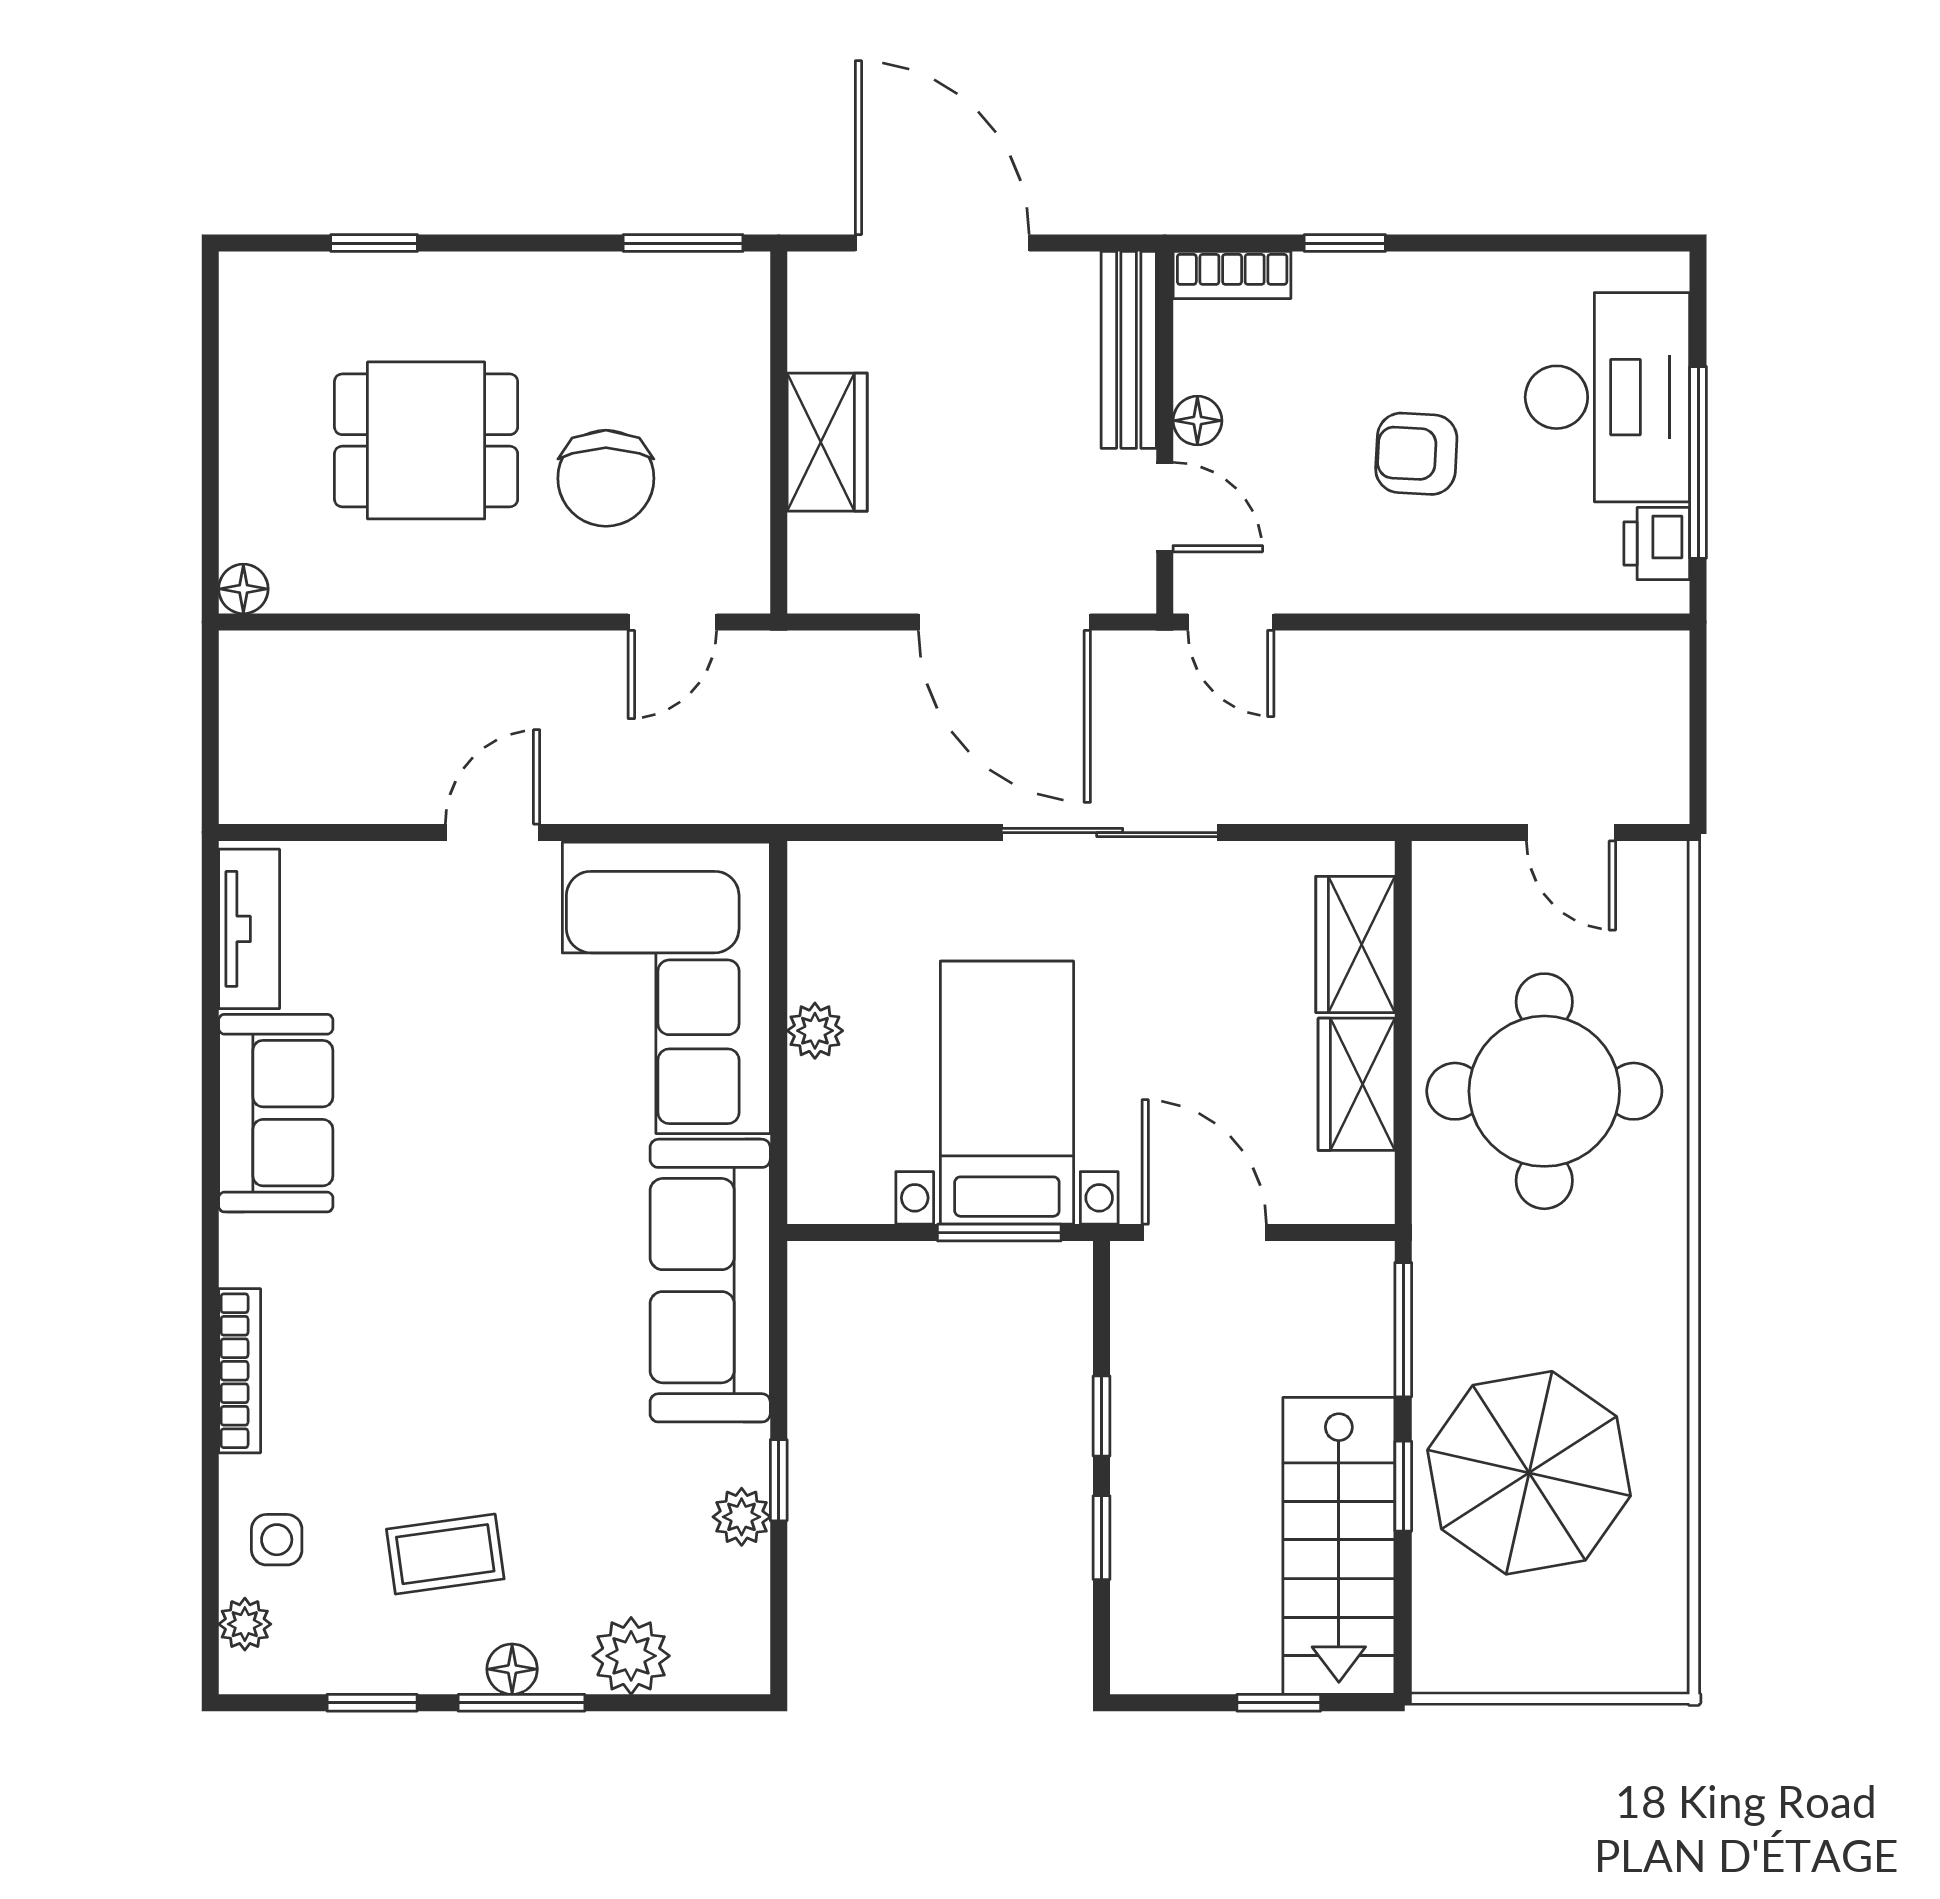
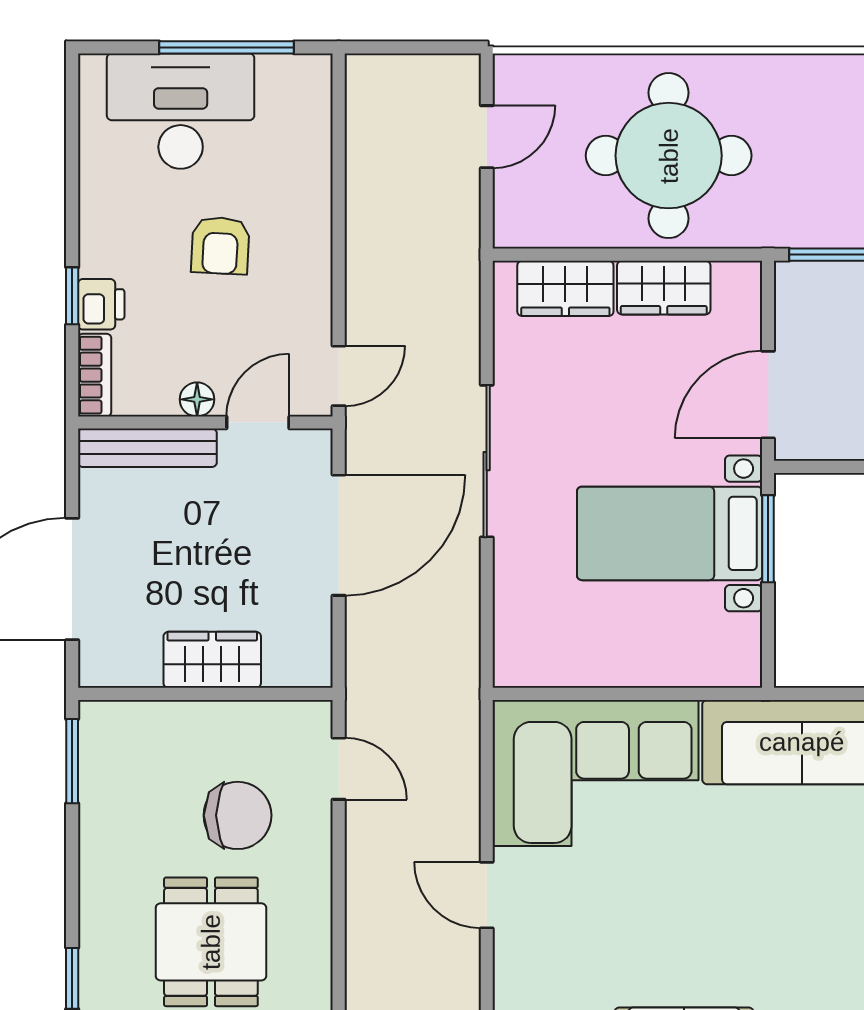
printer: (1657, 544) -> (101, 304), moved, turned -90
plant: (815, 1031) -> (626, 668), removed

